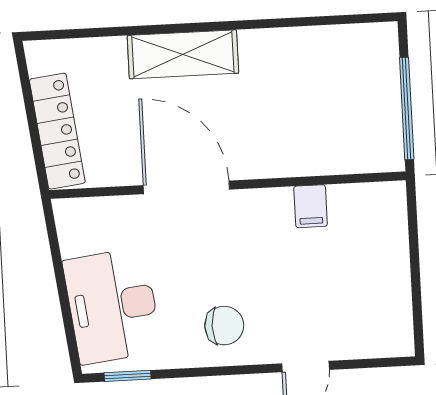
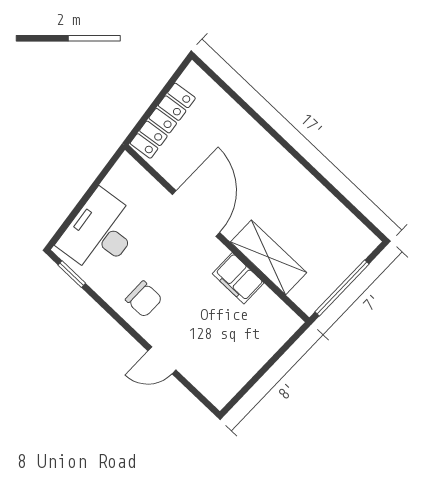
shelving: (183, 54) -> (269, 257), moved
filing cabinet: (311, 206) -> (238, 278), width x2.00

